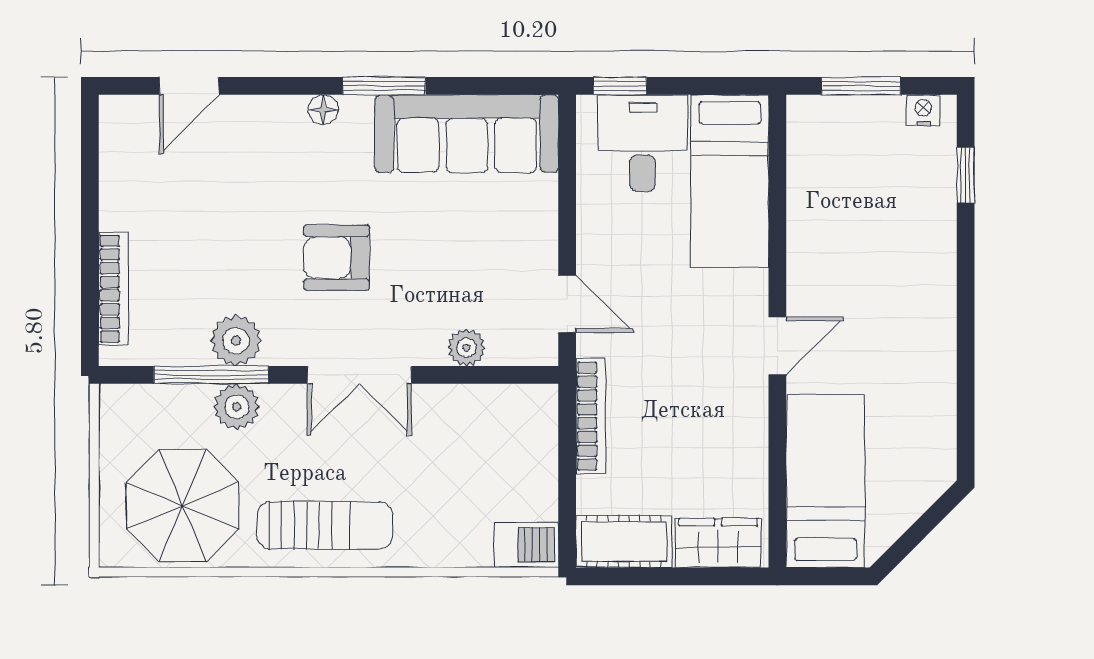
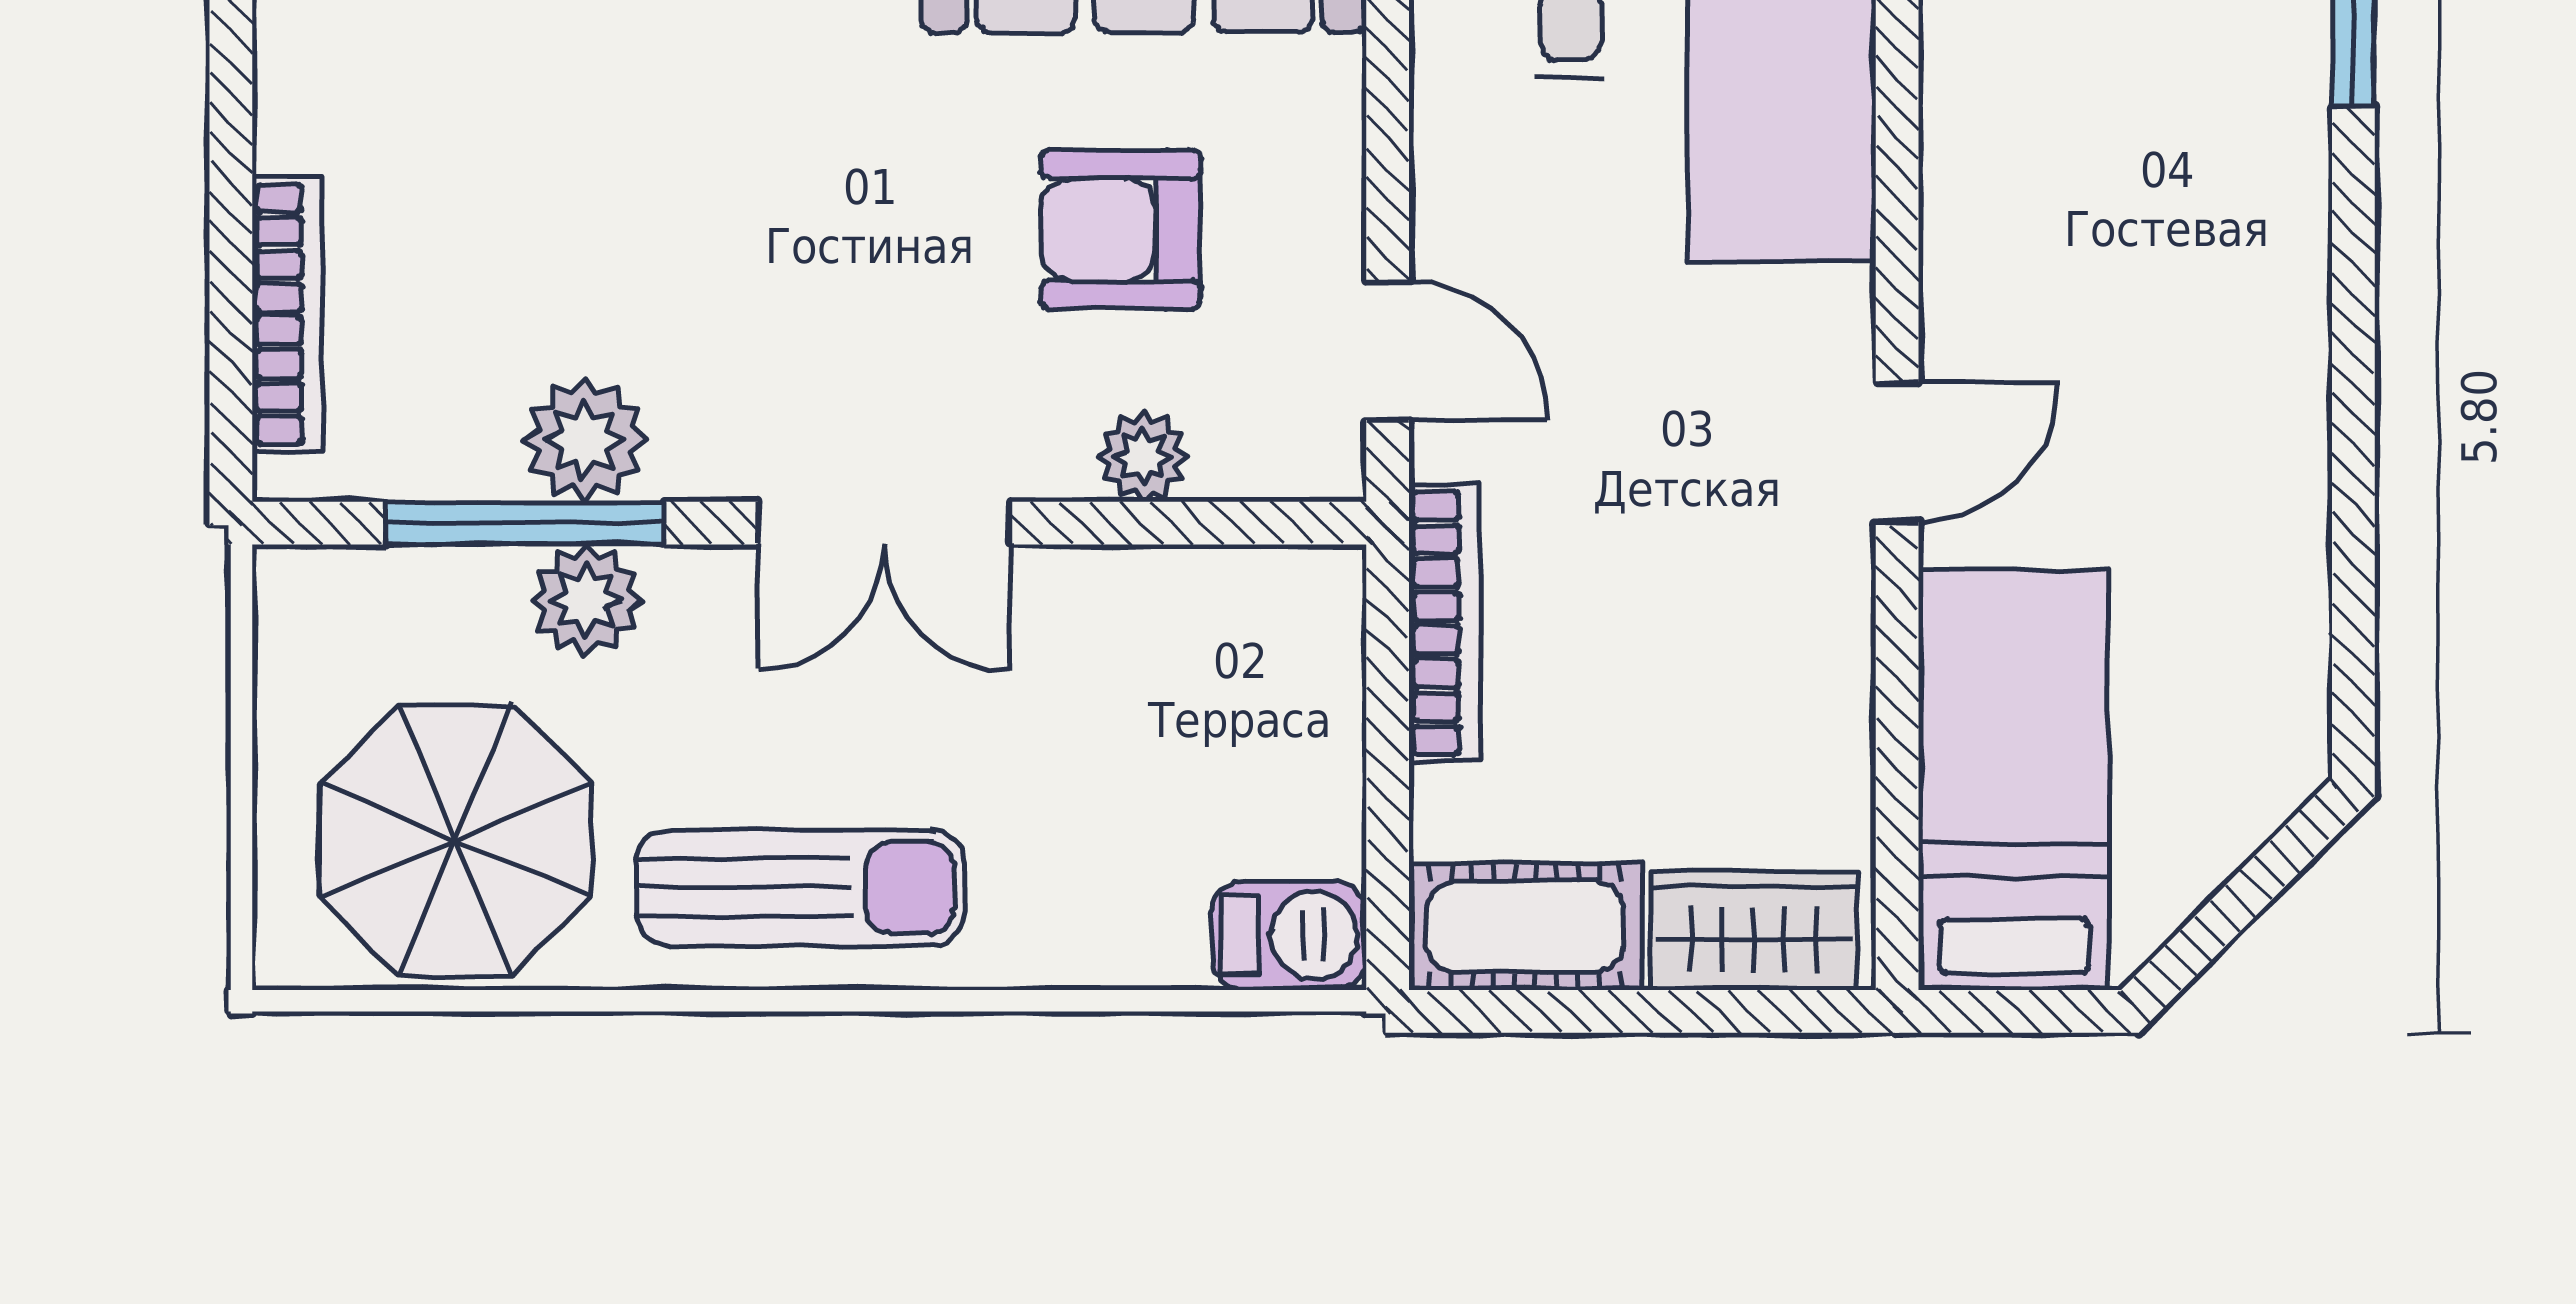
armchair: (336, 258) -> (1120, 230), moved

